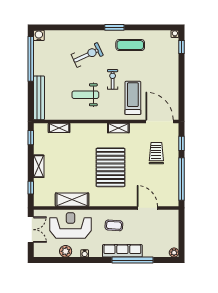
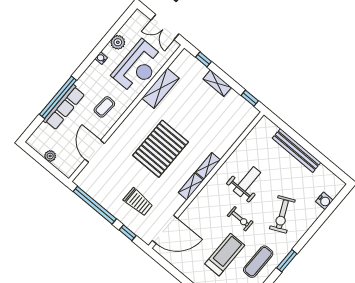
water cooler: (39, 35) -> (324, 201), moved
window: (31, 59) -> (322, 159), removed
bench: (39, 98) -> (297, 150), moved
treadmill: (133, 98) -> (225, 255), moved, turned -90
shelving: (59, 128) -> (208, 166), moved
pallet: (111, 167) -> (161, 149), turned 90
door: (147, 208) -> (95, 151), swing flipped
row of seats: (122, 251) -> (64, 107), moved
plant: (174, 253) -> (50, 156), moved

